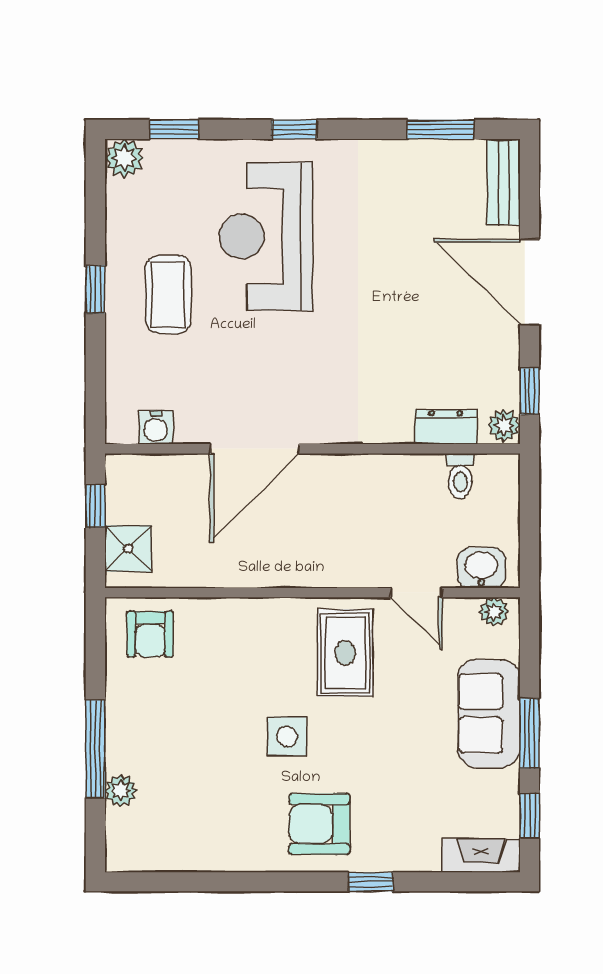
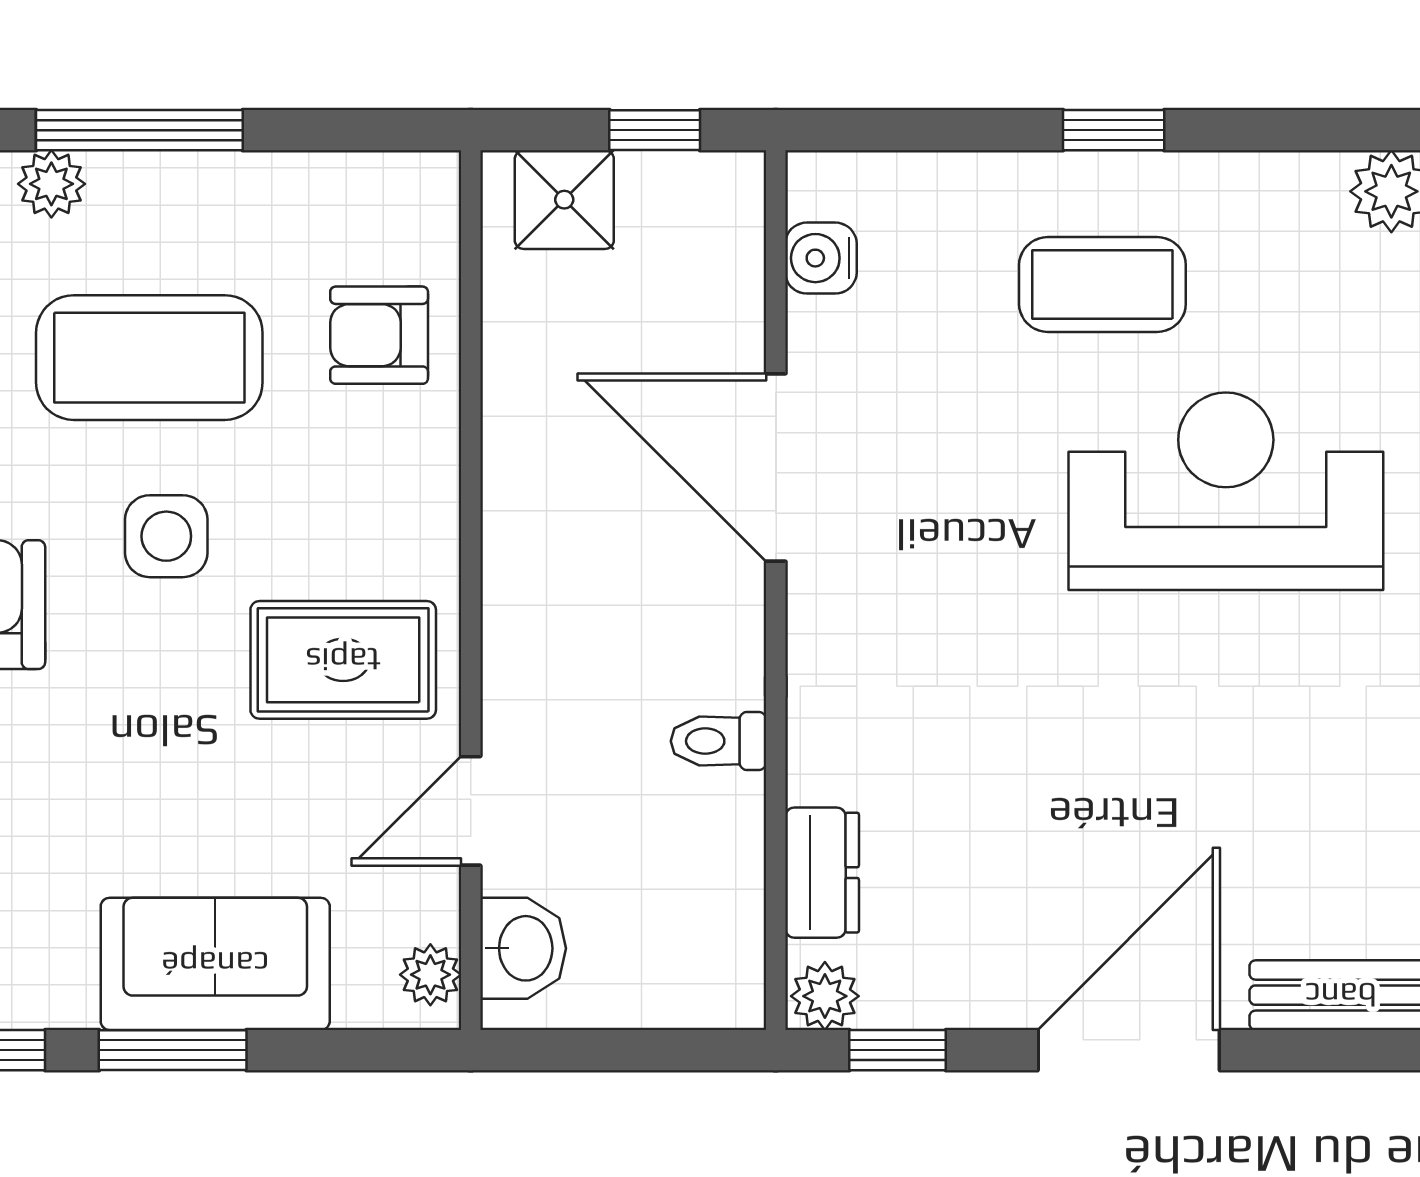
toilet: (460, 476) -> (719, 741), moved
armchair: (150, 634) -> (379, 335), moved
coffee table: (203, 744) -> (149, 358), added

